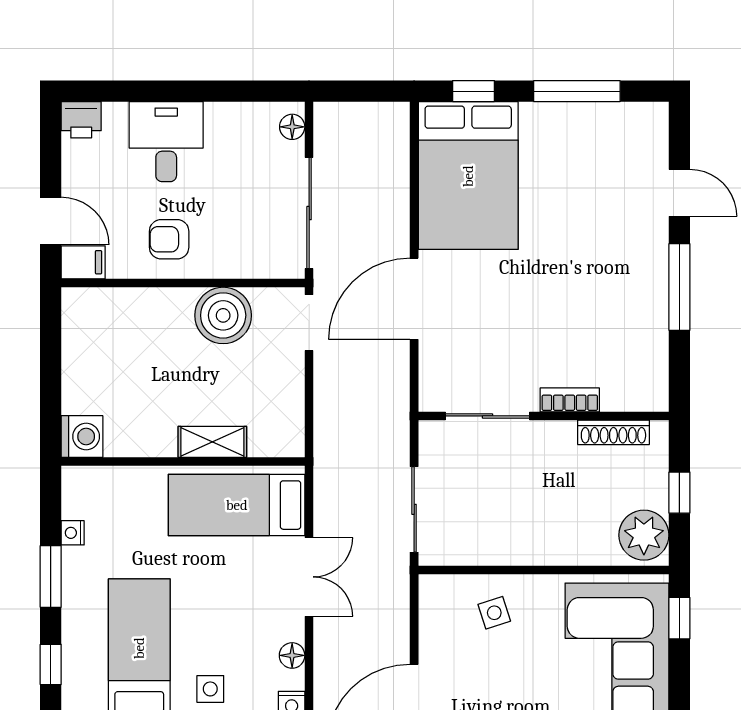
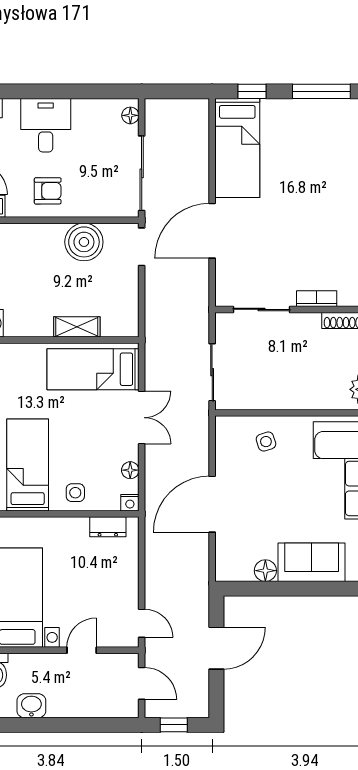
bed: (468, 176) -> (237, 148), width x0.67
armchair: (169, 239) -> (48, 191), turned 180

